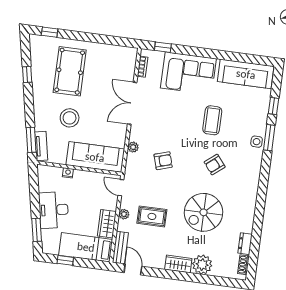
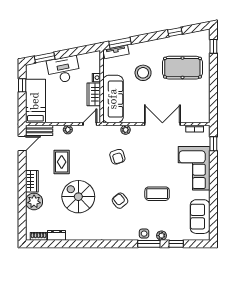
sofa: (246, 74) -> (200, 217), width x0.73
plant: (262, 122) -> (162, 236), added
rug: (152, 216) -> (62, 162), moved
wardrobe: (107, 224) -> (94, 94), moved, turned -90

